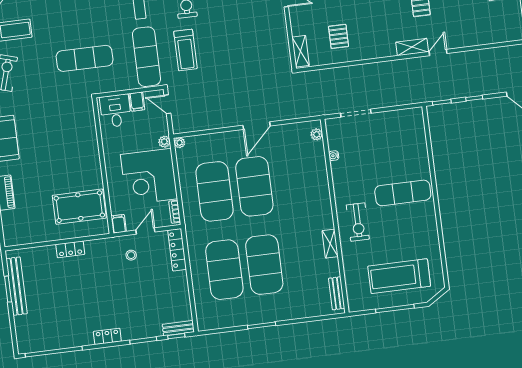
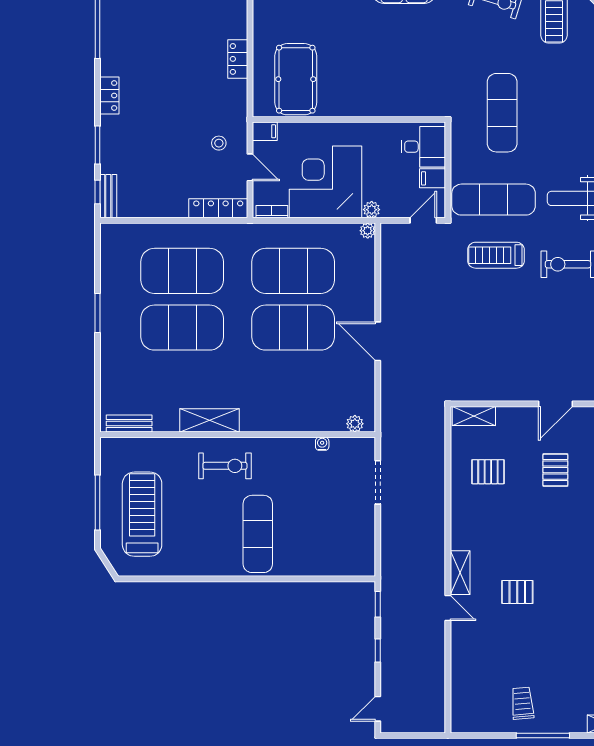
exercise bike: (358, 222) -> (225, 466), turned 180
shelving: (330, 244) -> (210, 420), width x1.50, depth x1.33

